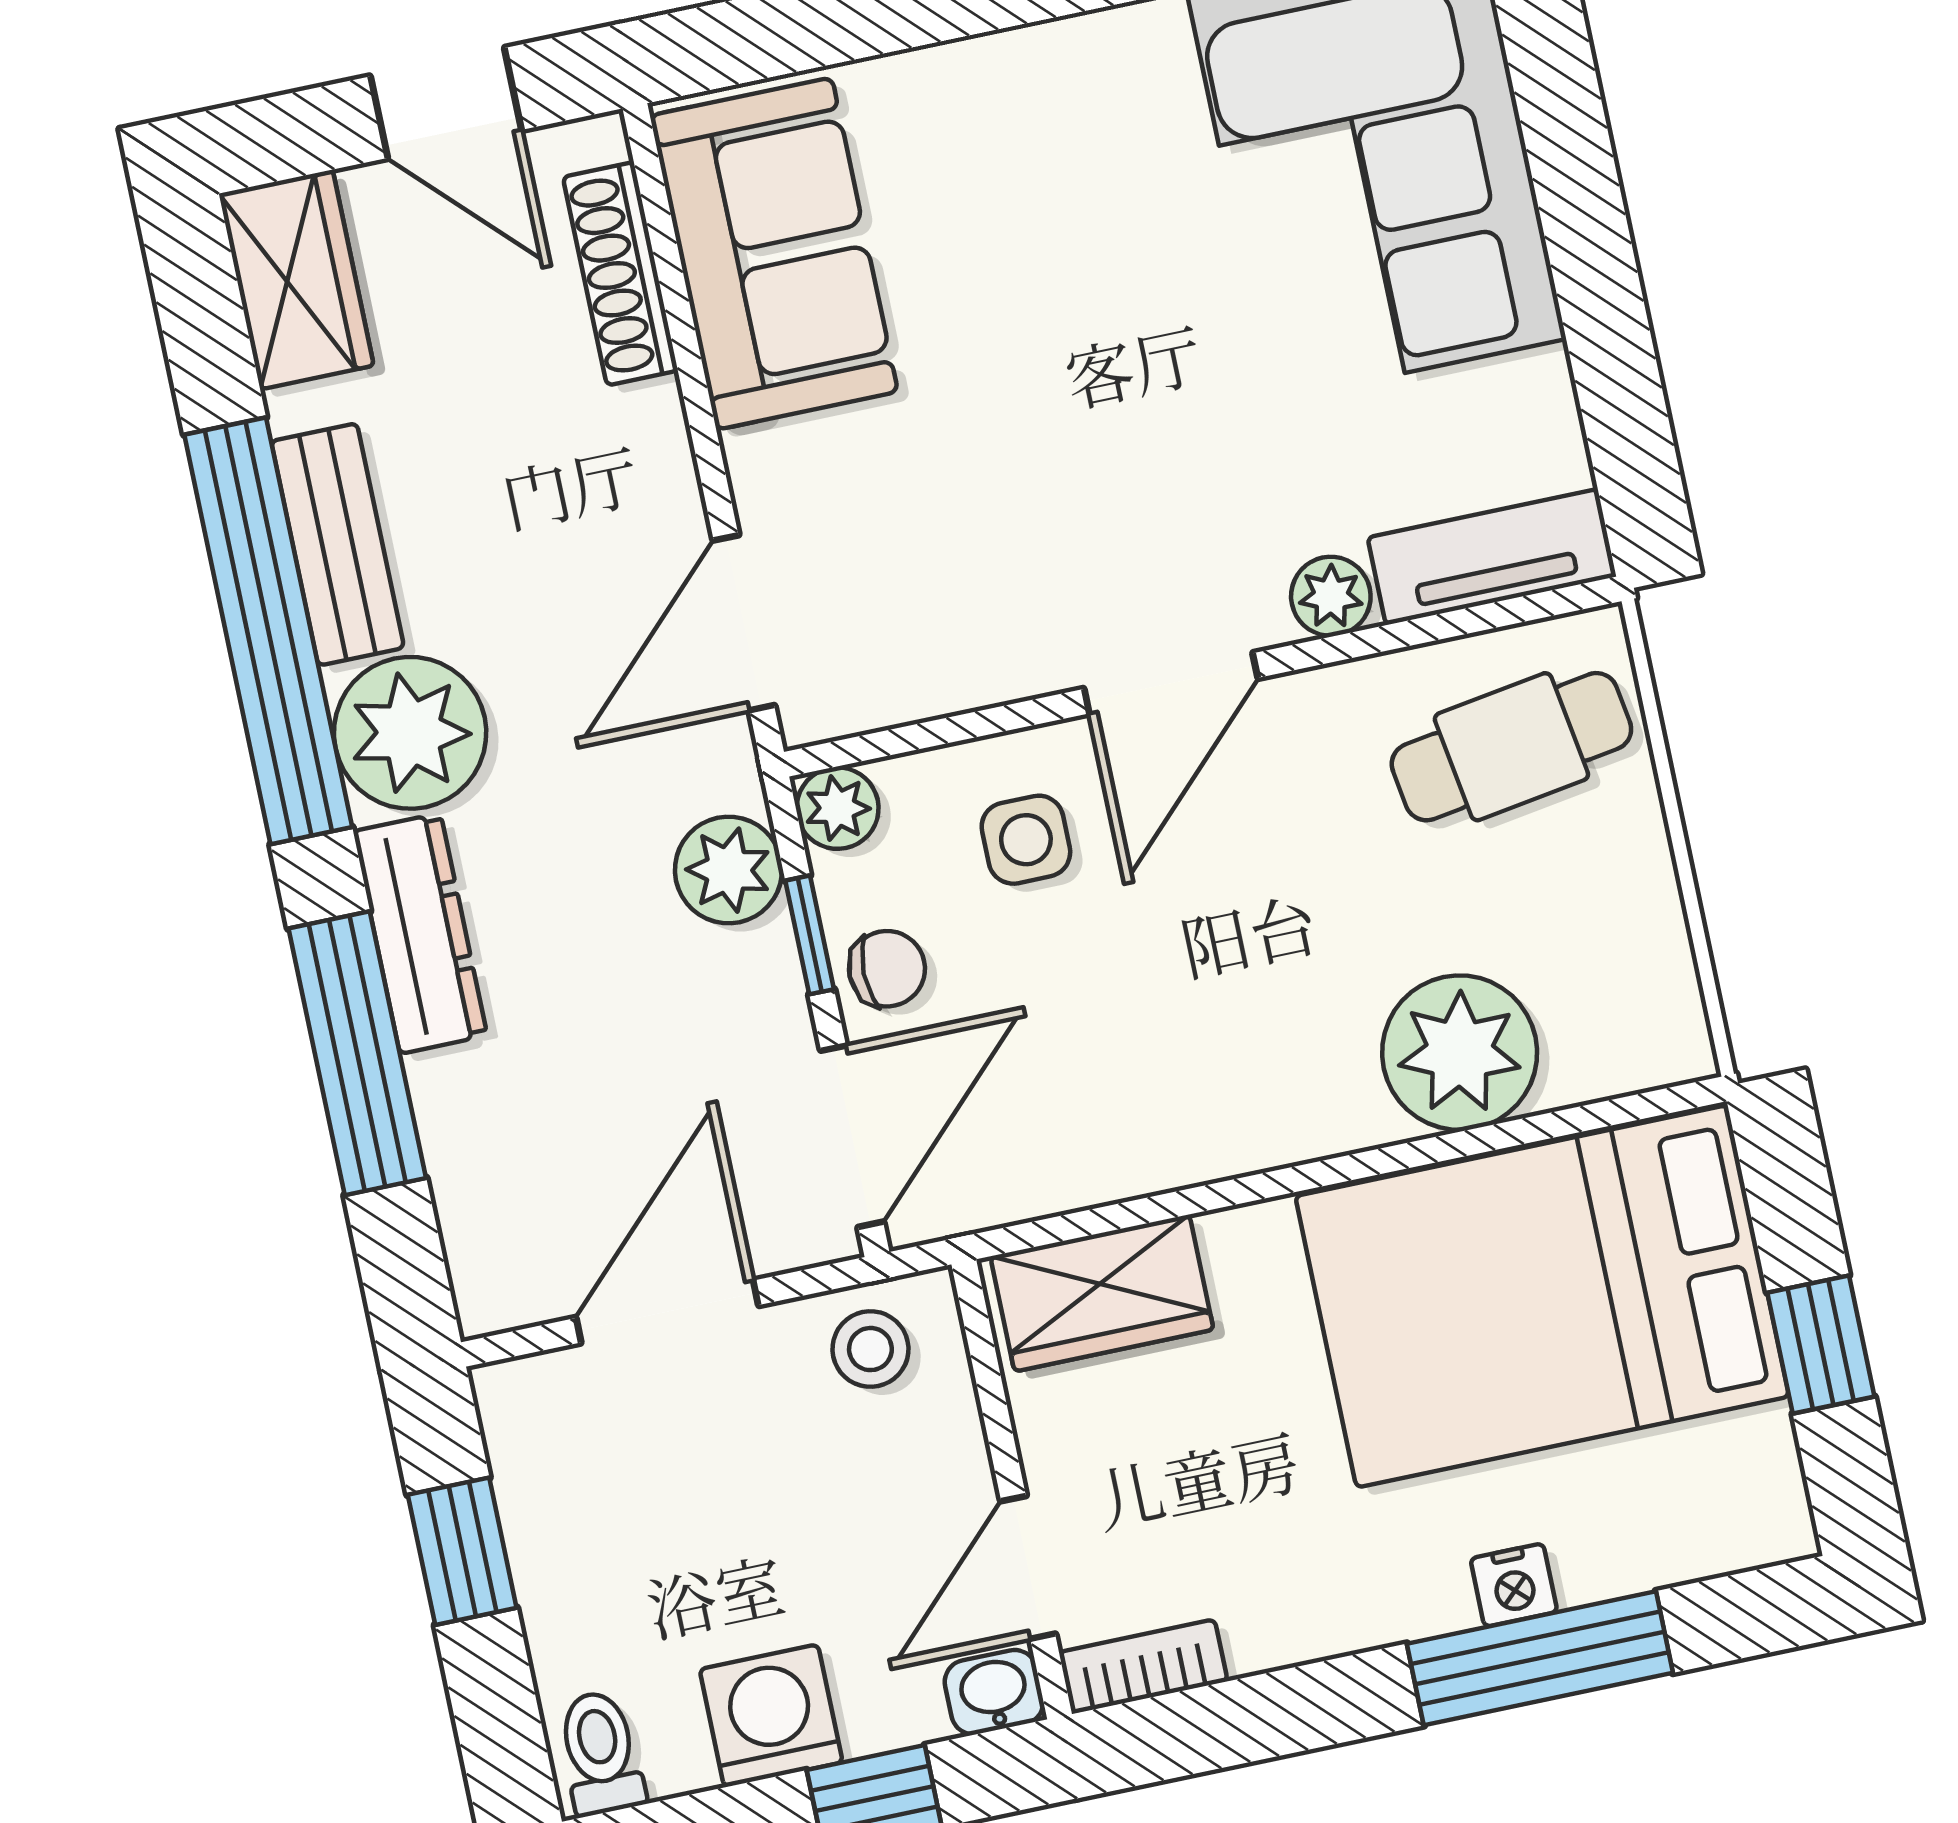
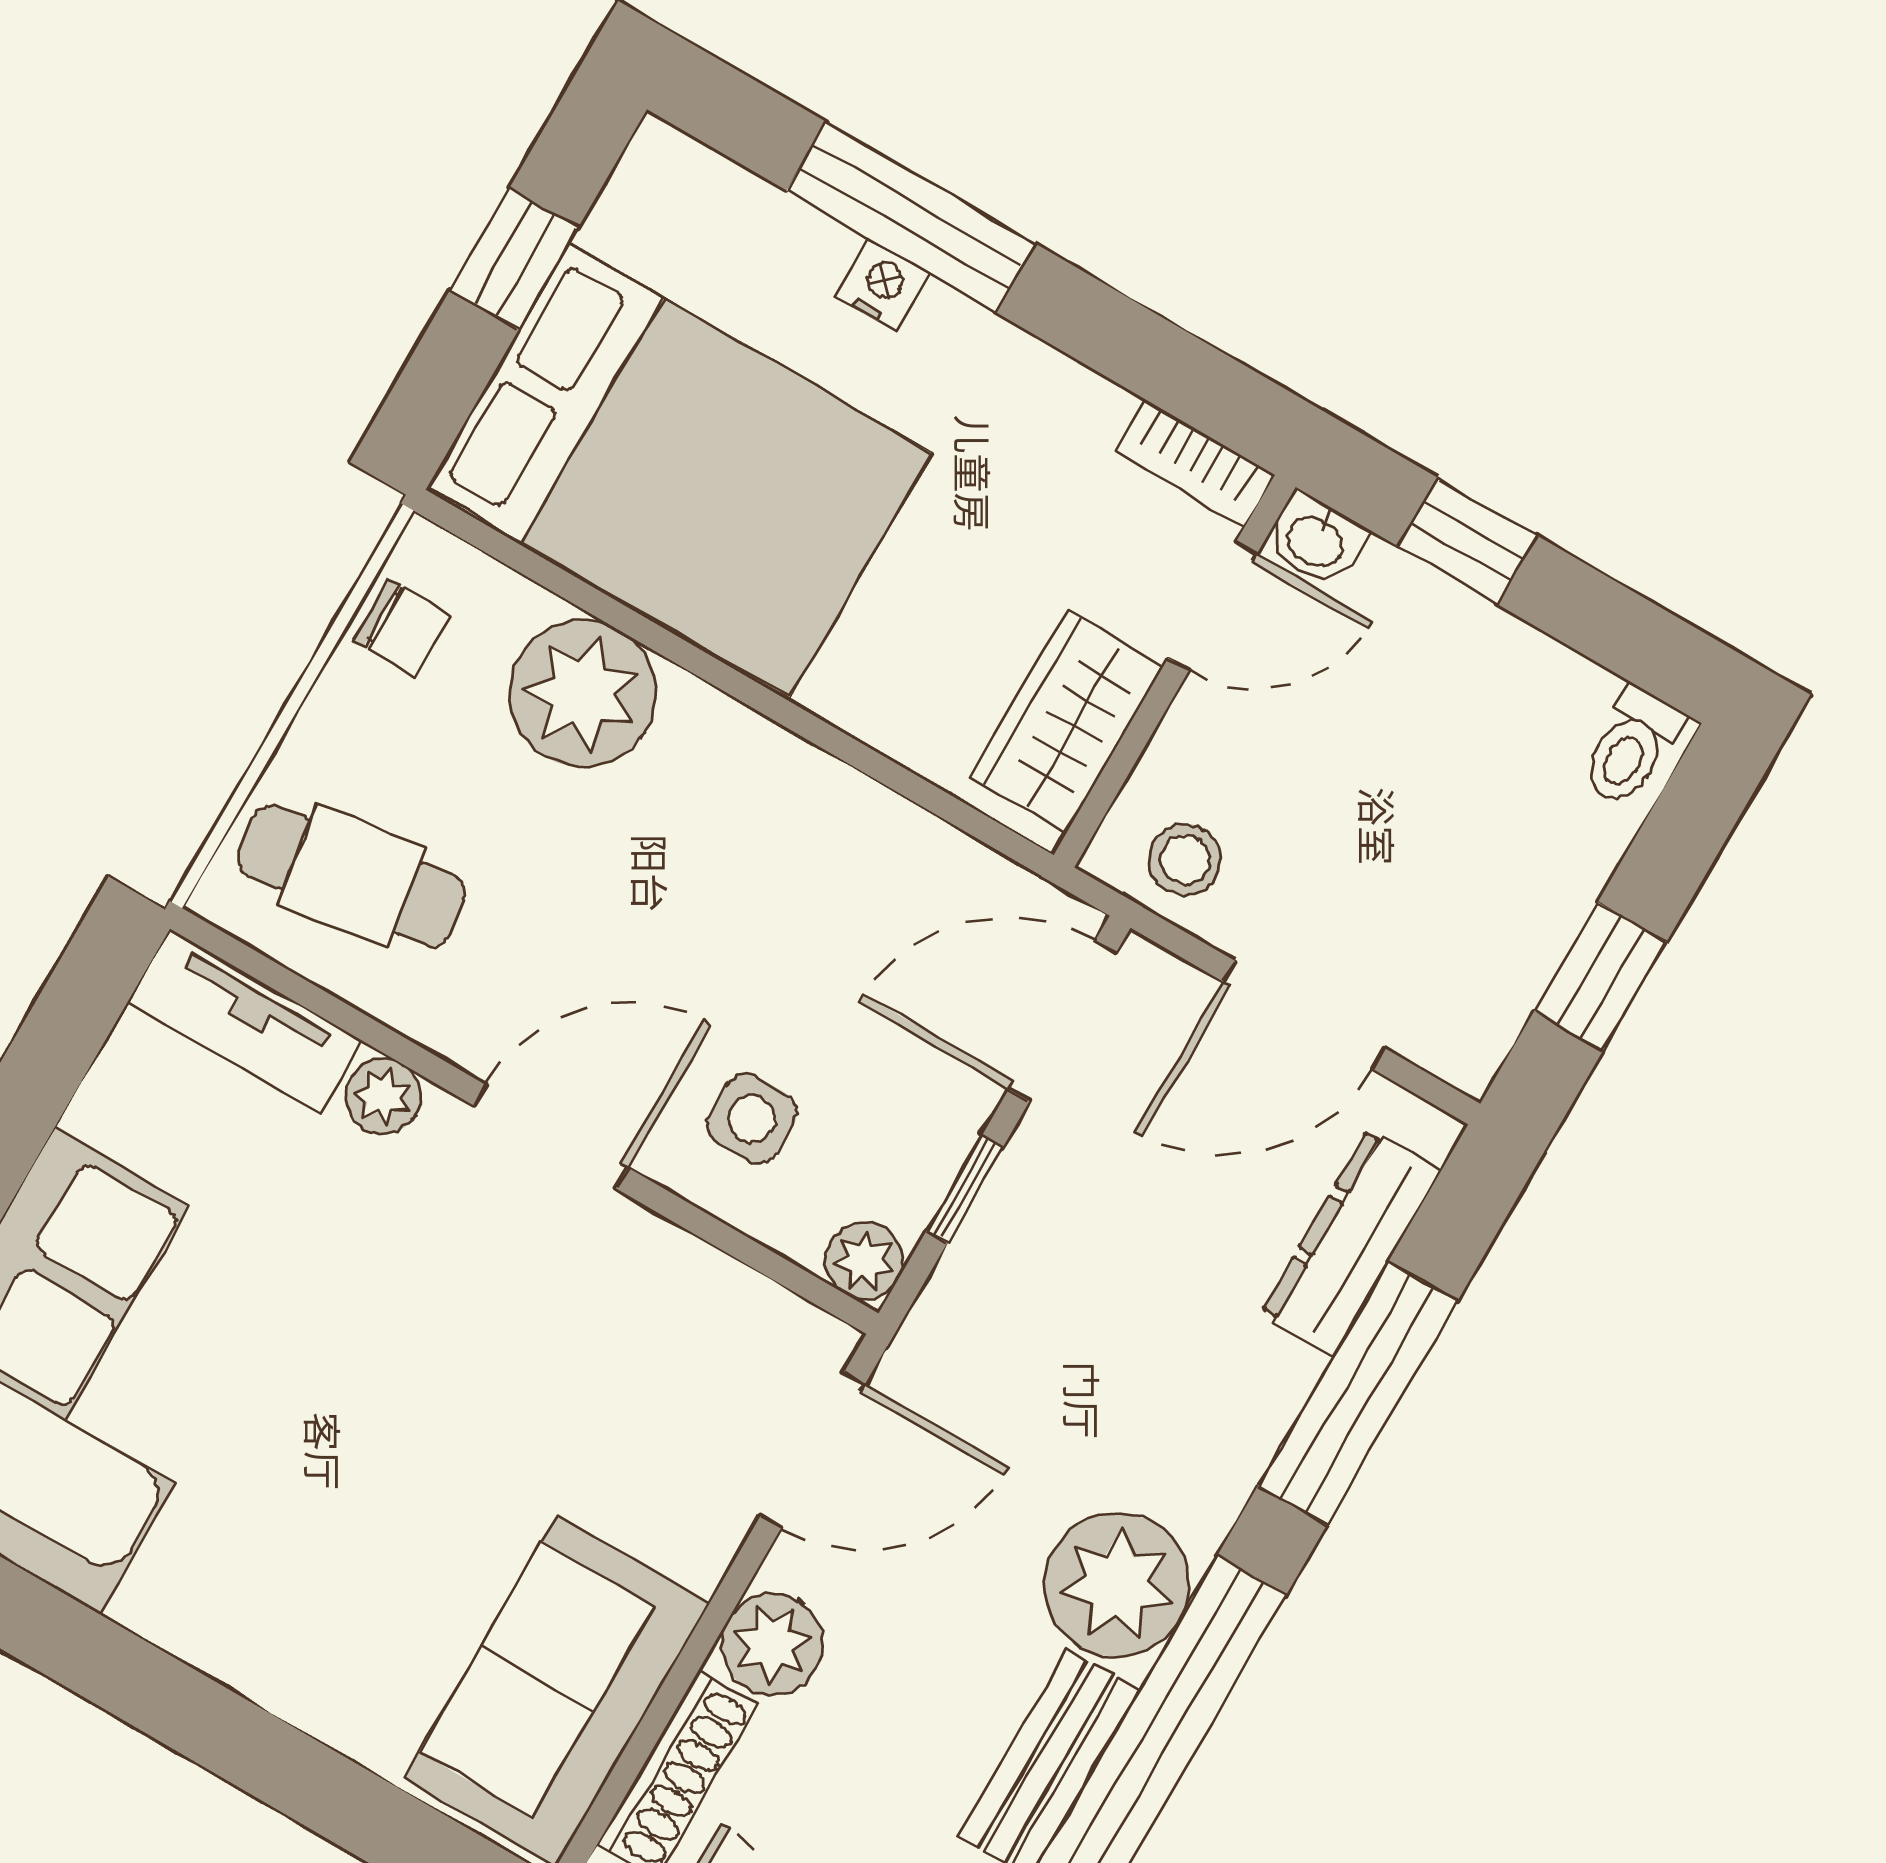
plant: (729, 870) -> (772, 1644), moved
dresser: (420, 933) -> (1351, 1242), moved
chair: (887, 969) -> (402, 628), moved, turned 180
wardrobe: (1102, 1293) -> (1067, 722), moved, turned -90
washing machine: (771, 1716) -> (1488, 665), removed

